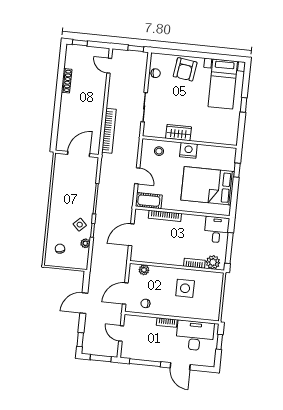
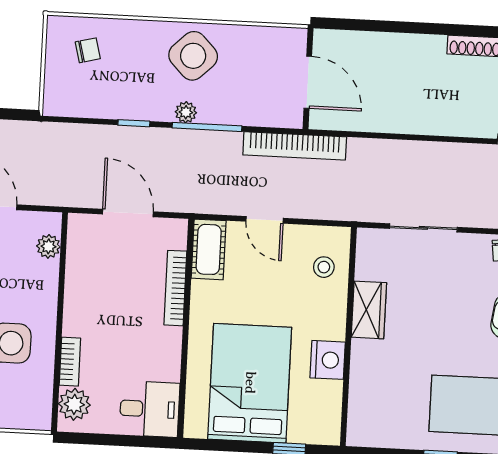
bookcase: (109, 131) -> (295, 146), moved
nightstand: (188, 150) -> (328, 360), moved
door: (137, 176) -> (265, 220), hinge flipped
side table: (80, 225) -> (193, 56), moved, width x1.87, depth x1.87
plant: (85, 243) -> (186, 112), moved
window: (229, 248) -> (109, 440), removed

